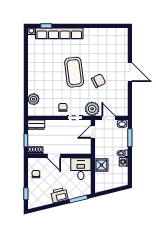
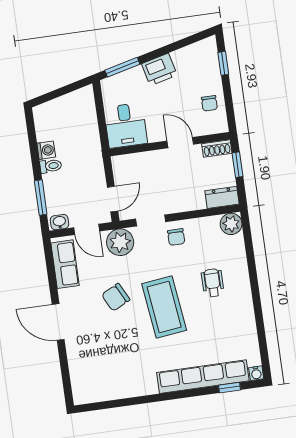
wheelchair: (47, 81) -> (213, 283), added
plant: (34, 99) -> (231, 224), moved
row of seats: (122, 101) -> (65, 264), added
shower: (101, 165) -> (88, 138), removed

